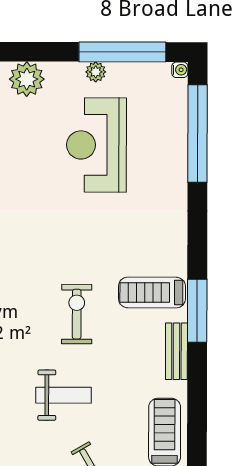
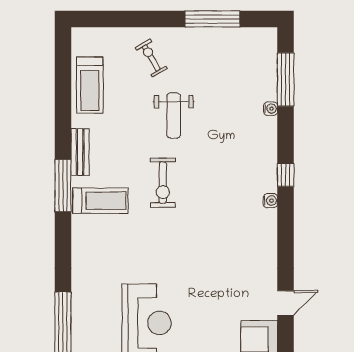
weight bench: (63, 395) -> (174, 115), turned -90

